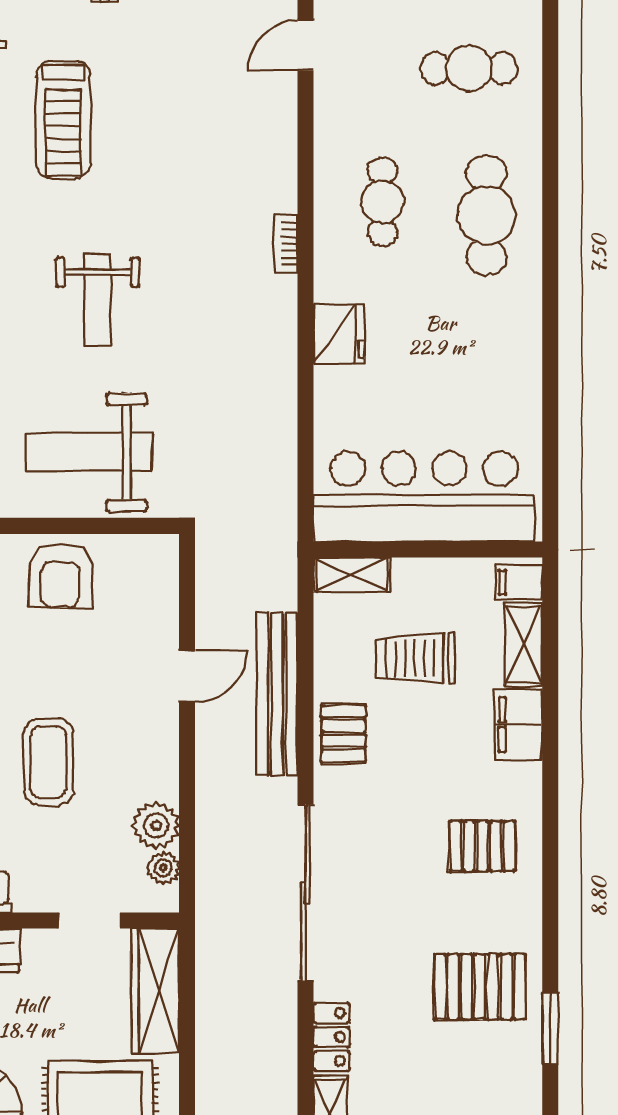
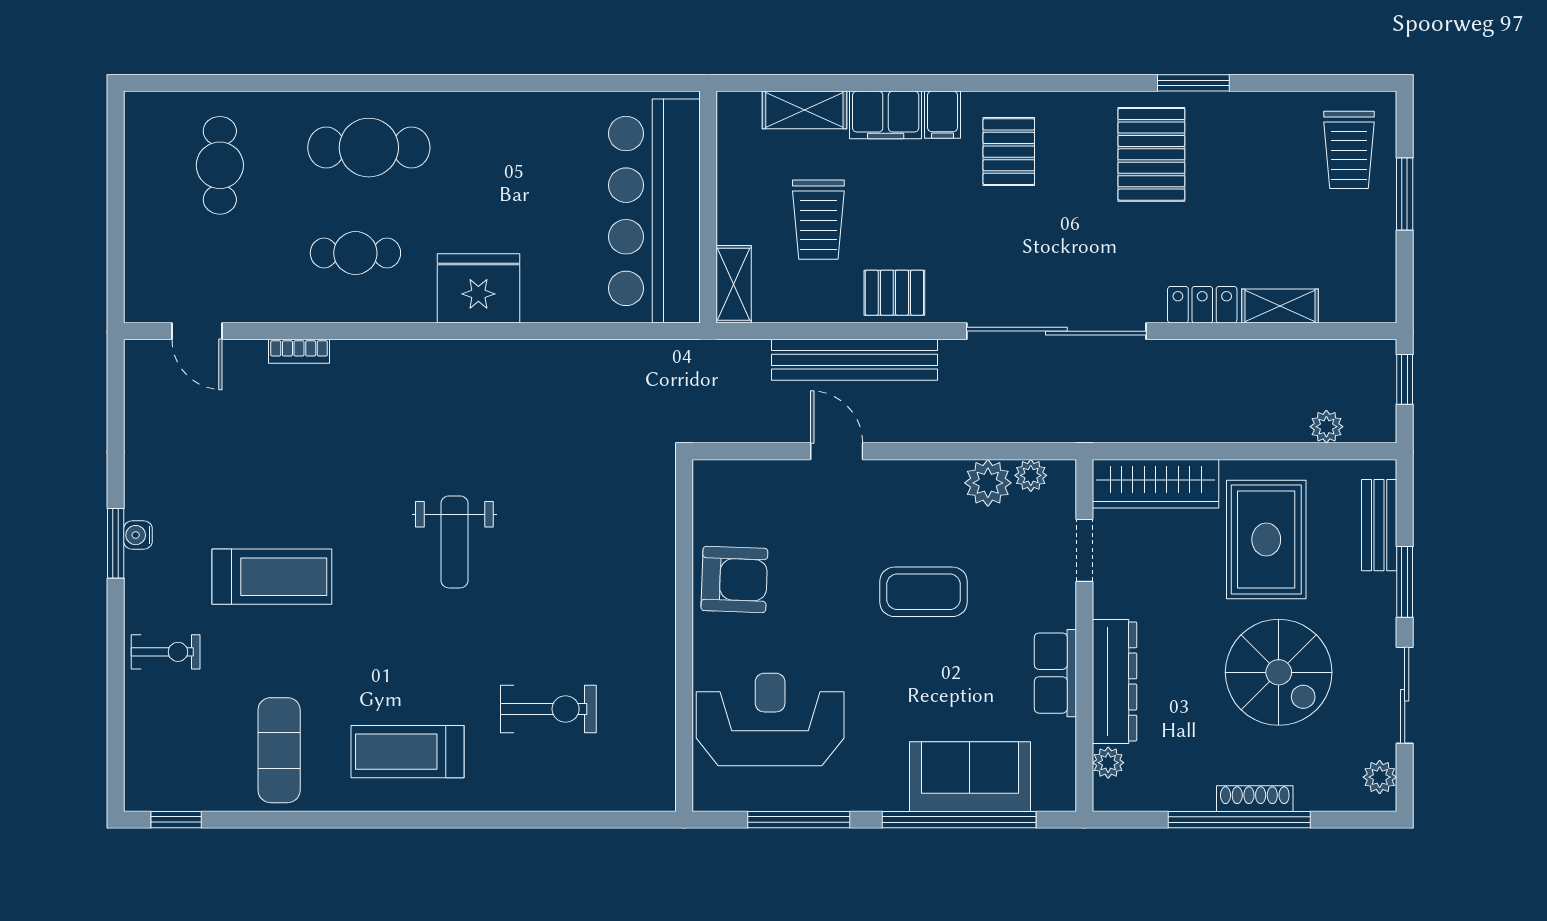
bookcase: (286, 243) -> (299, 351), moved
weight bench: (98, 300) -> (454, 542), turned 90
fridge: (339, 334) -> (478, 288), width x1.36, depth x1.34
weight bench: (89, 452) -> (609, 551), removed
filing cabinet: (519, 582) -> (943, 115), moved

